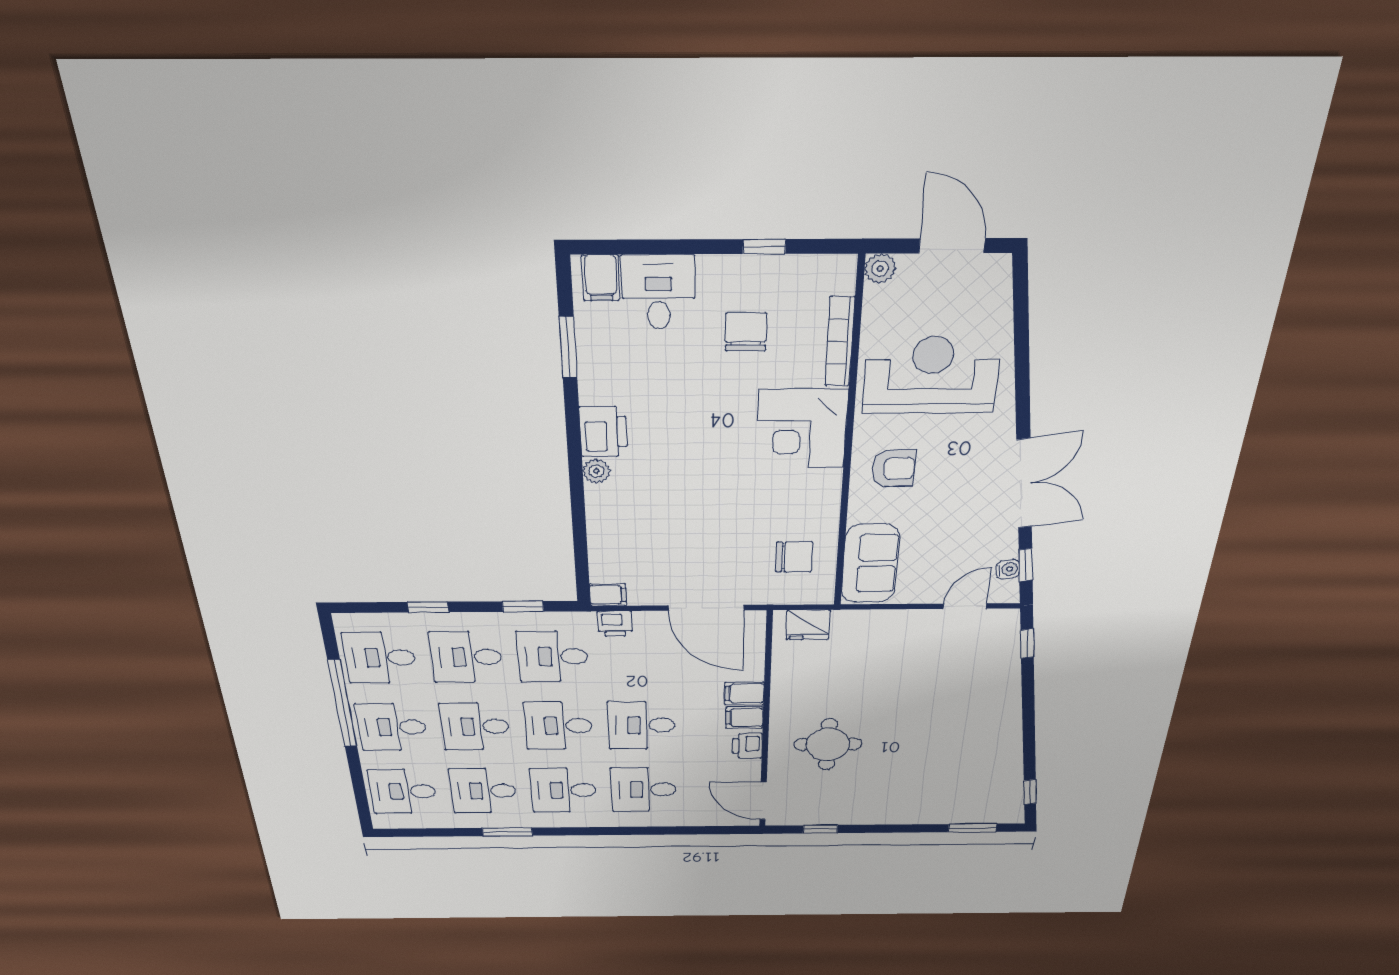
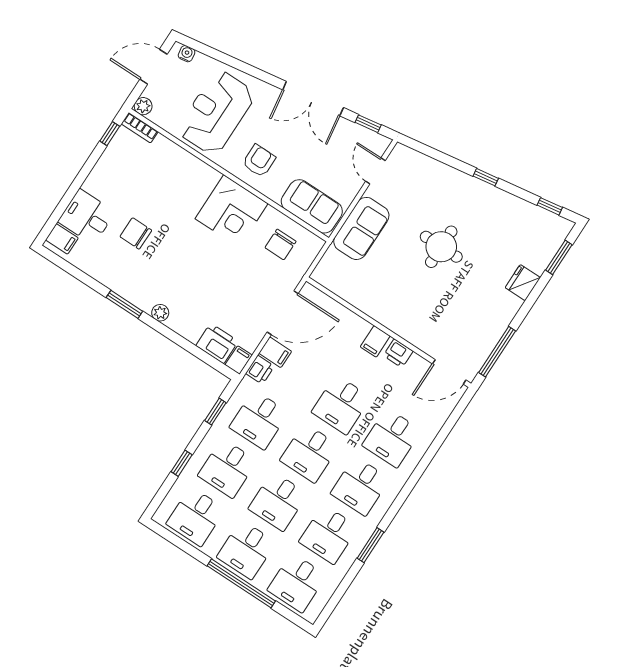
window: (764, 247) -> (110, 134), moved
chair: (746, 332) -> (136, 233), moved
bookcase: (840, 342) -> (140, 128), moved, width x0.64
window: (568, 348) -> (124, 304), moved
corner desk: (802, 429) -> (231, 211), moved
printer: (603, 432) -> (217, 343), moved
double door: (1024, 484) -> (313, 99), swing flipped
chair: (794, 557) -> (281, 244), turned 180
water cooler: (1008, 569) -> (187, 54), moved
fridge: (808, 625) -> (523, 283), moved, turned 180
sofa: (877, 631) -> (361, 228), added
window: (1027, 644) -> (486, 177), moved
filing cabinet: (744, 693) -> (275, 352), moved, turned -90
window: (342, 704) -> (241, 583), moved
round table: (828, 744) -> (441, 247), moved
window: (820, 829) -> (497, 352), width x2.17

